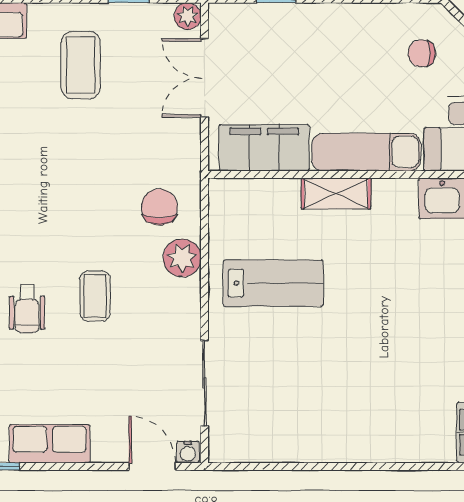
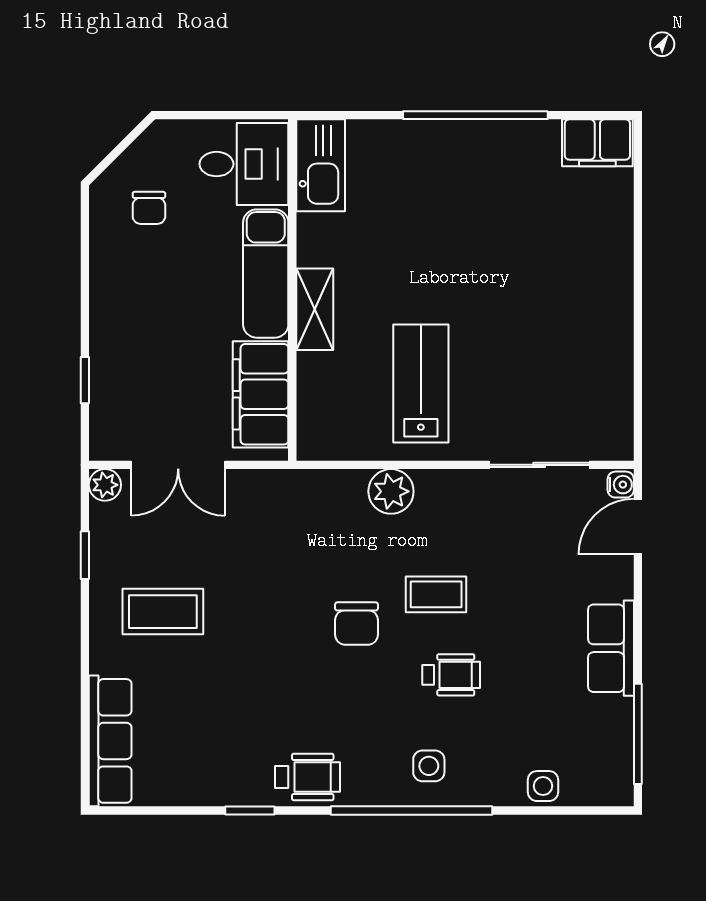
chair: (159, 207) -> (357, 624), moved, turned -90

